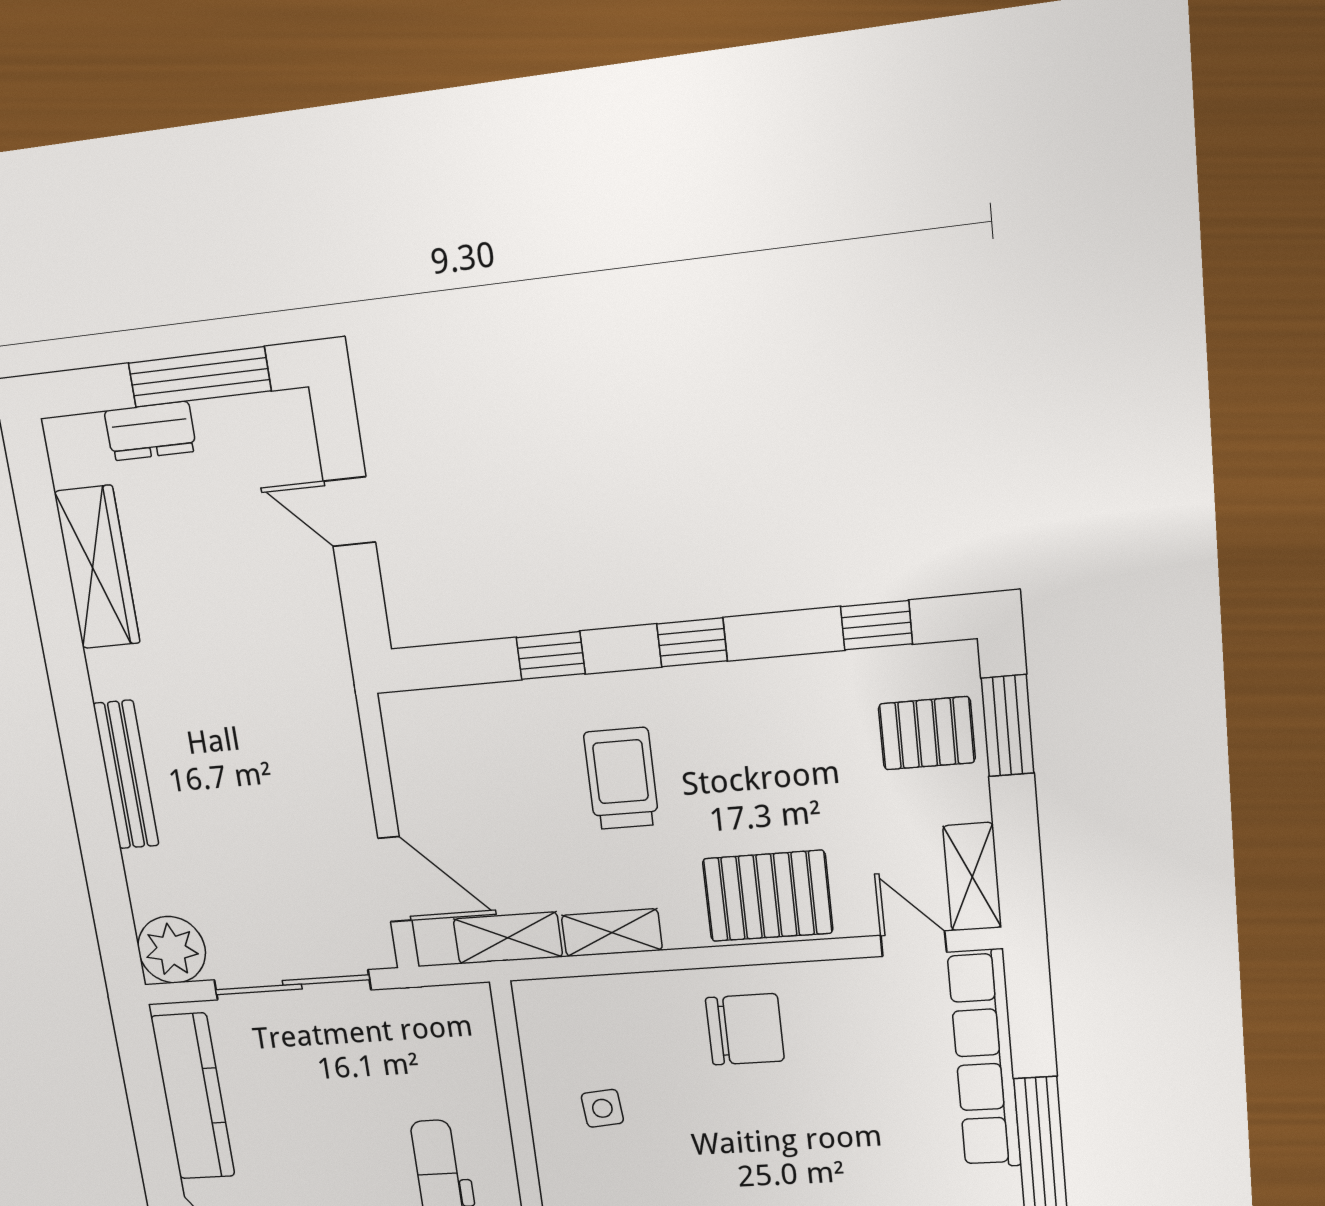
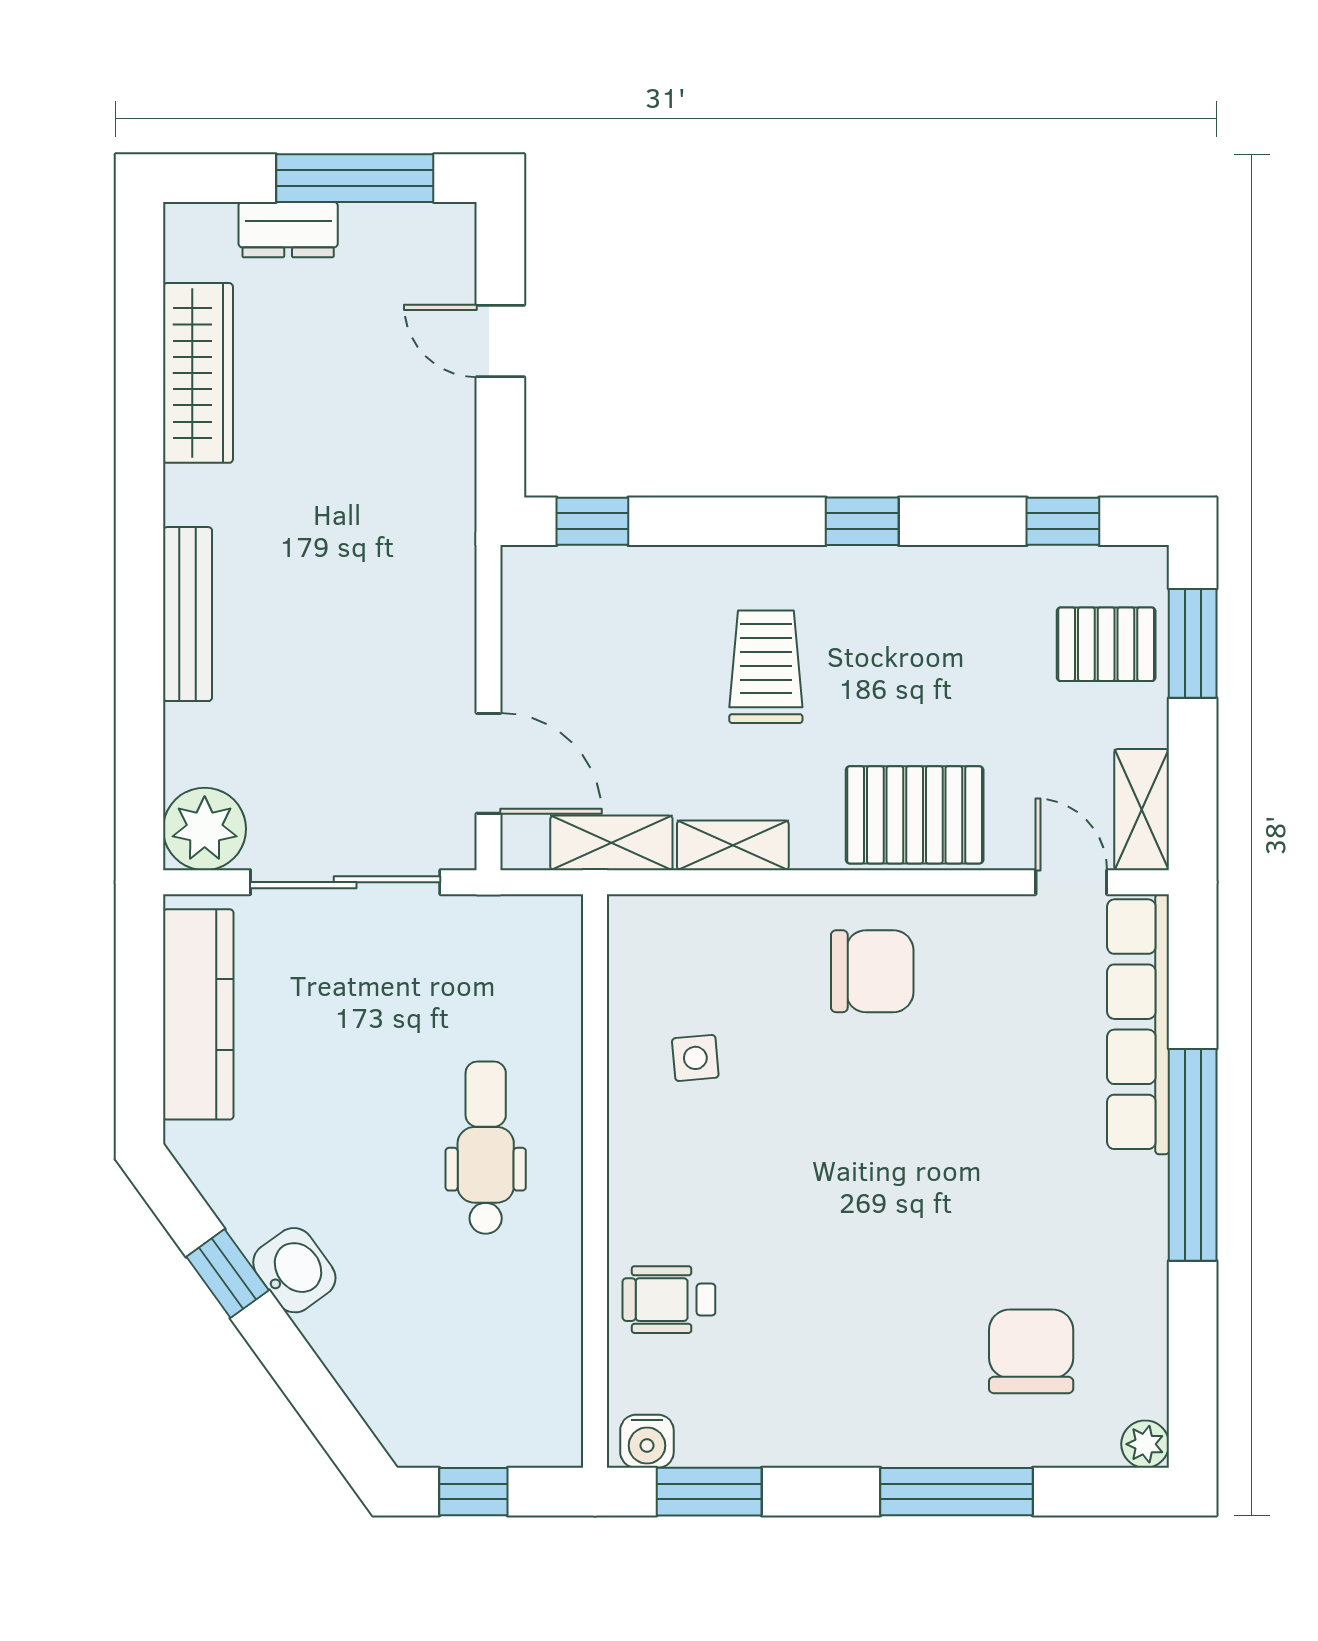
window: (551, 656) -> (592, 521), moved

